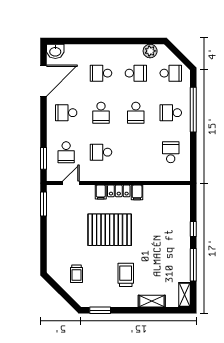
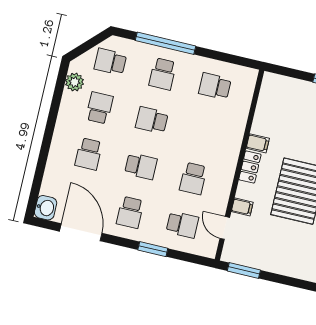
school desk: (171, 73) -> (110, 62), turned -90
school desk: (136, 113) -> (152, 120), turned 180
window: (44, 158) -> (153, 249), moved
filing cabinet: (101, 192) -> (242, 207), moved

